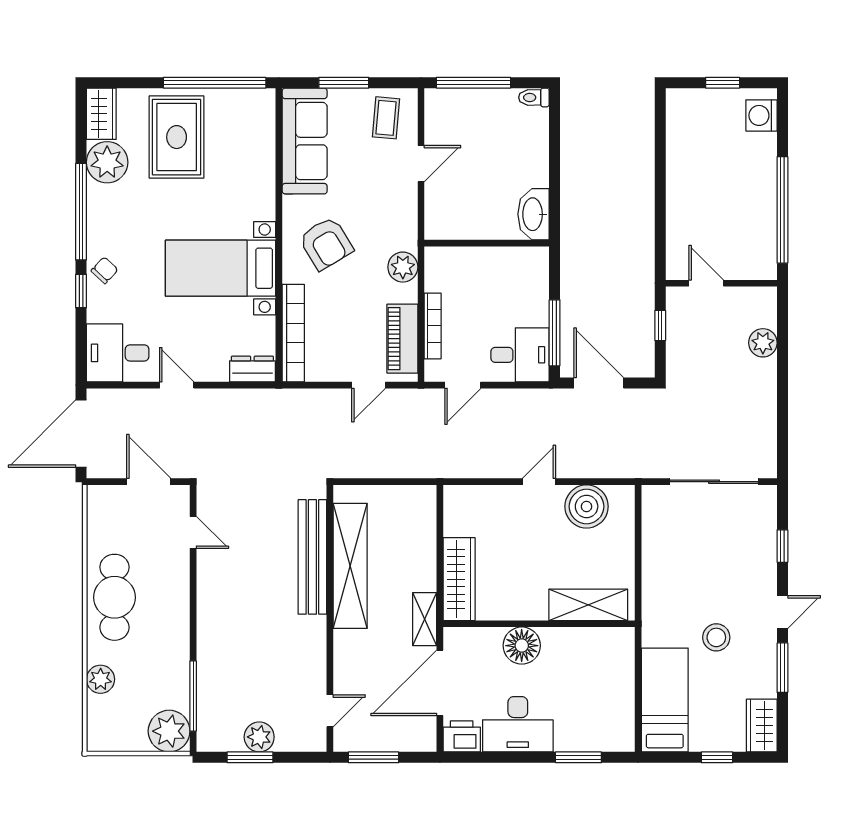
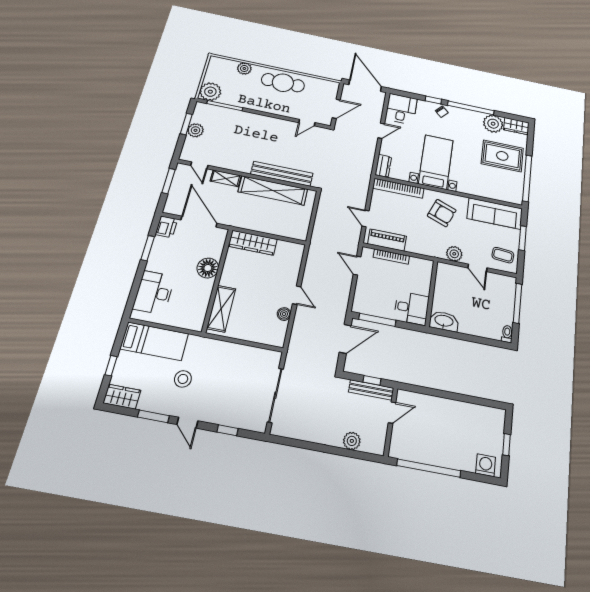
armchair: (326, 243) -> (442, 213), turned -128
plant: (403, 267) -> (454, 254), moved
bench: (676, 324) -> (371, 390), added
desk: (520, 355) -> (411, 308), moved, turned -90
boiler: (587, 506) -> (284, 314), width x0.54, depth x0.54
shelving: (425, 619) -> (226, 178), moved
desk: (518, 724) -> (154, 293), moved
window: (578, 757) -> (148, 248), moved

